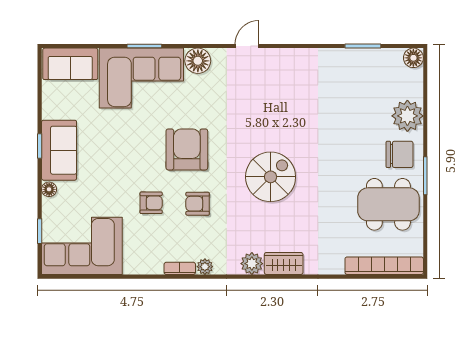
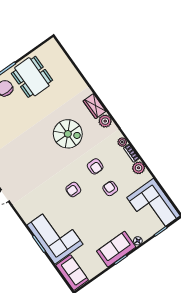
floor lamp: (198, 61) -> (28, 214), removed
armchair: (187, 149) -> (73, 189), width x0.53, depth x0.53
spiral stairs: (271, 177) -> (68, 134), moved, turned 180
plant: (152, 264) -> (139, 168), added
bookcase: (384, 266) -> (62, 58), removed

